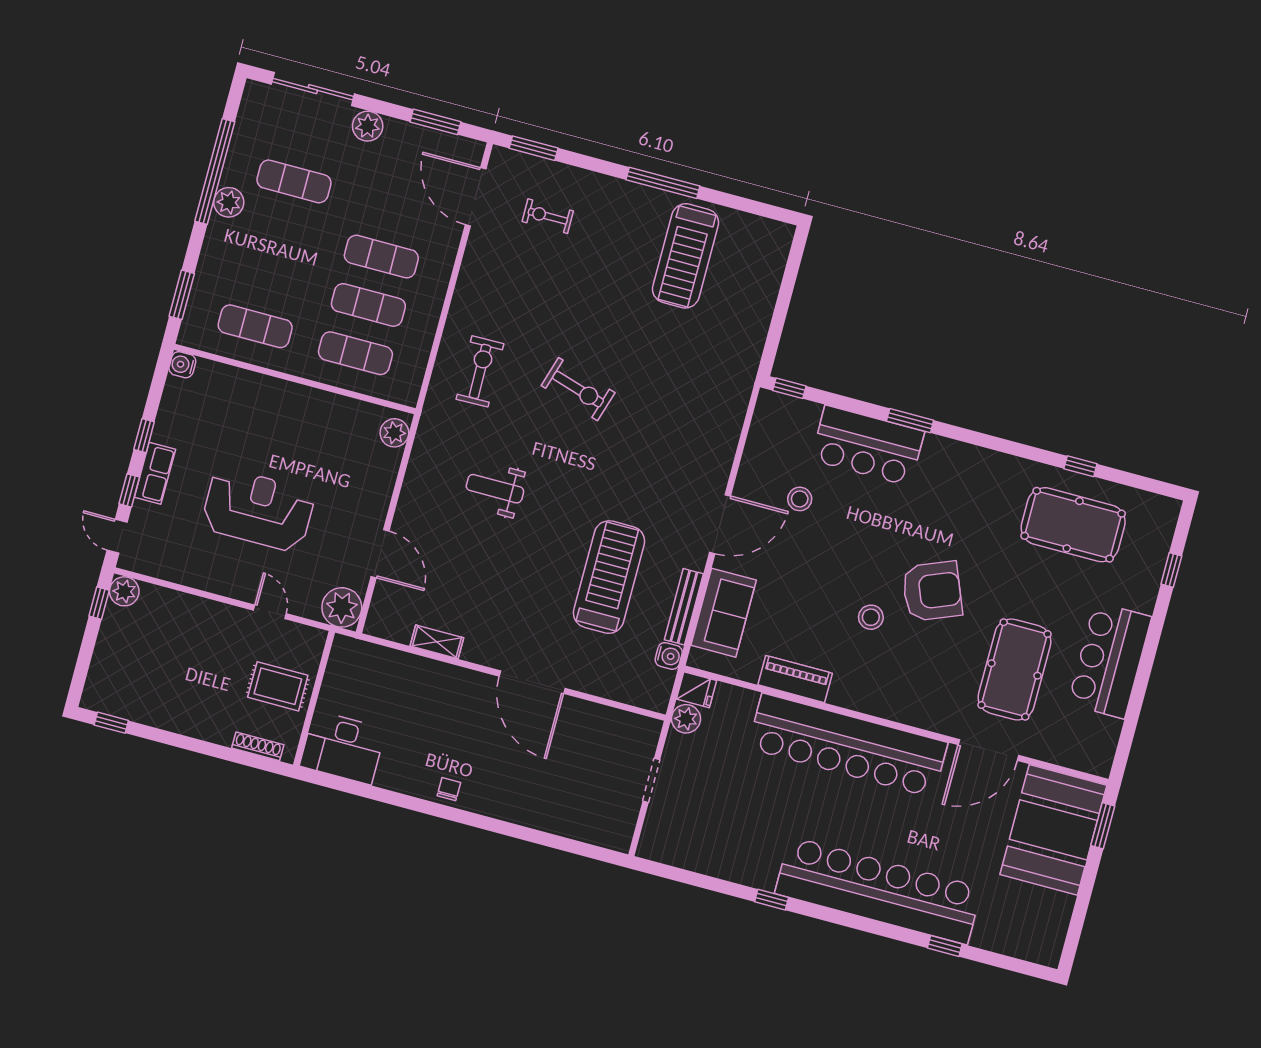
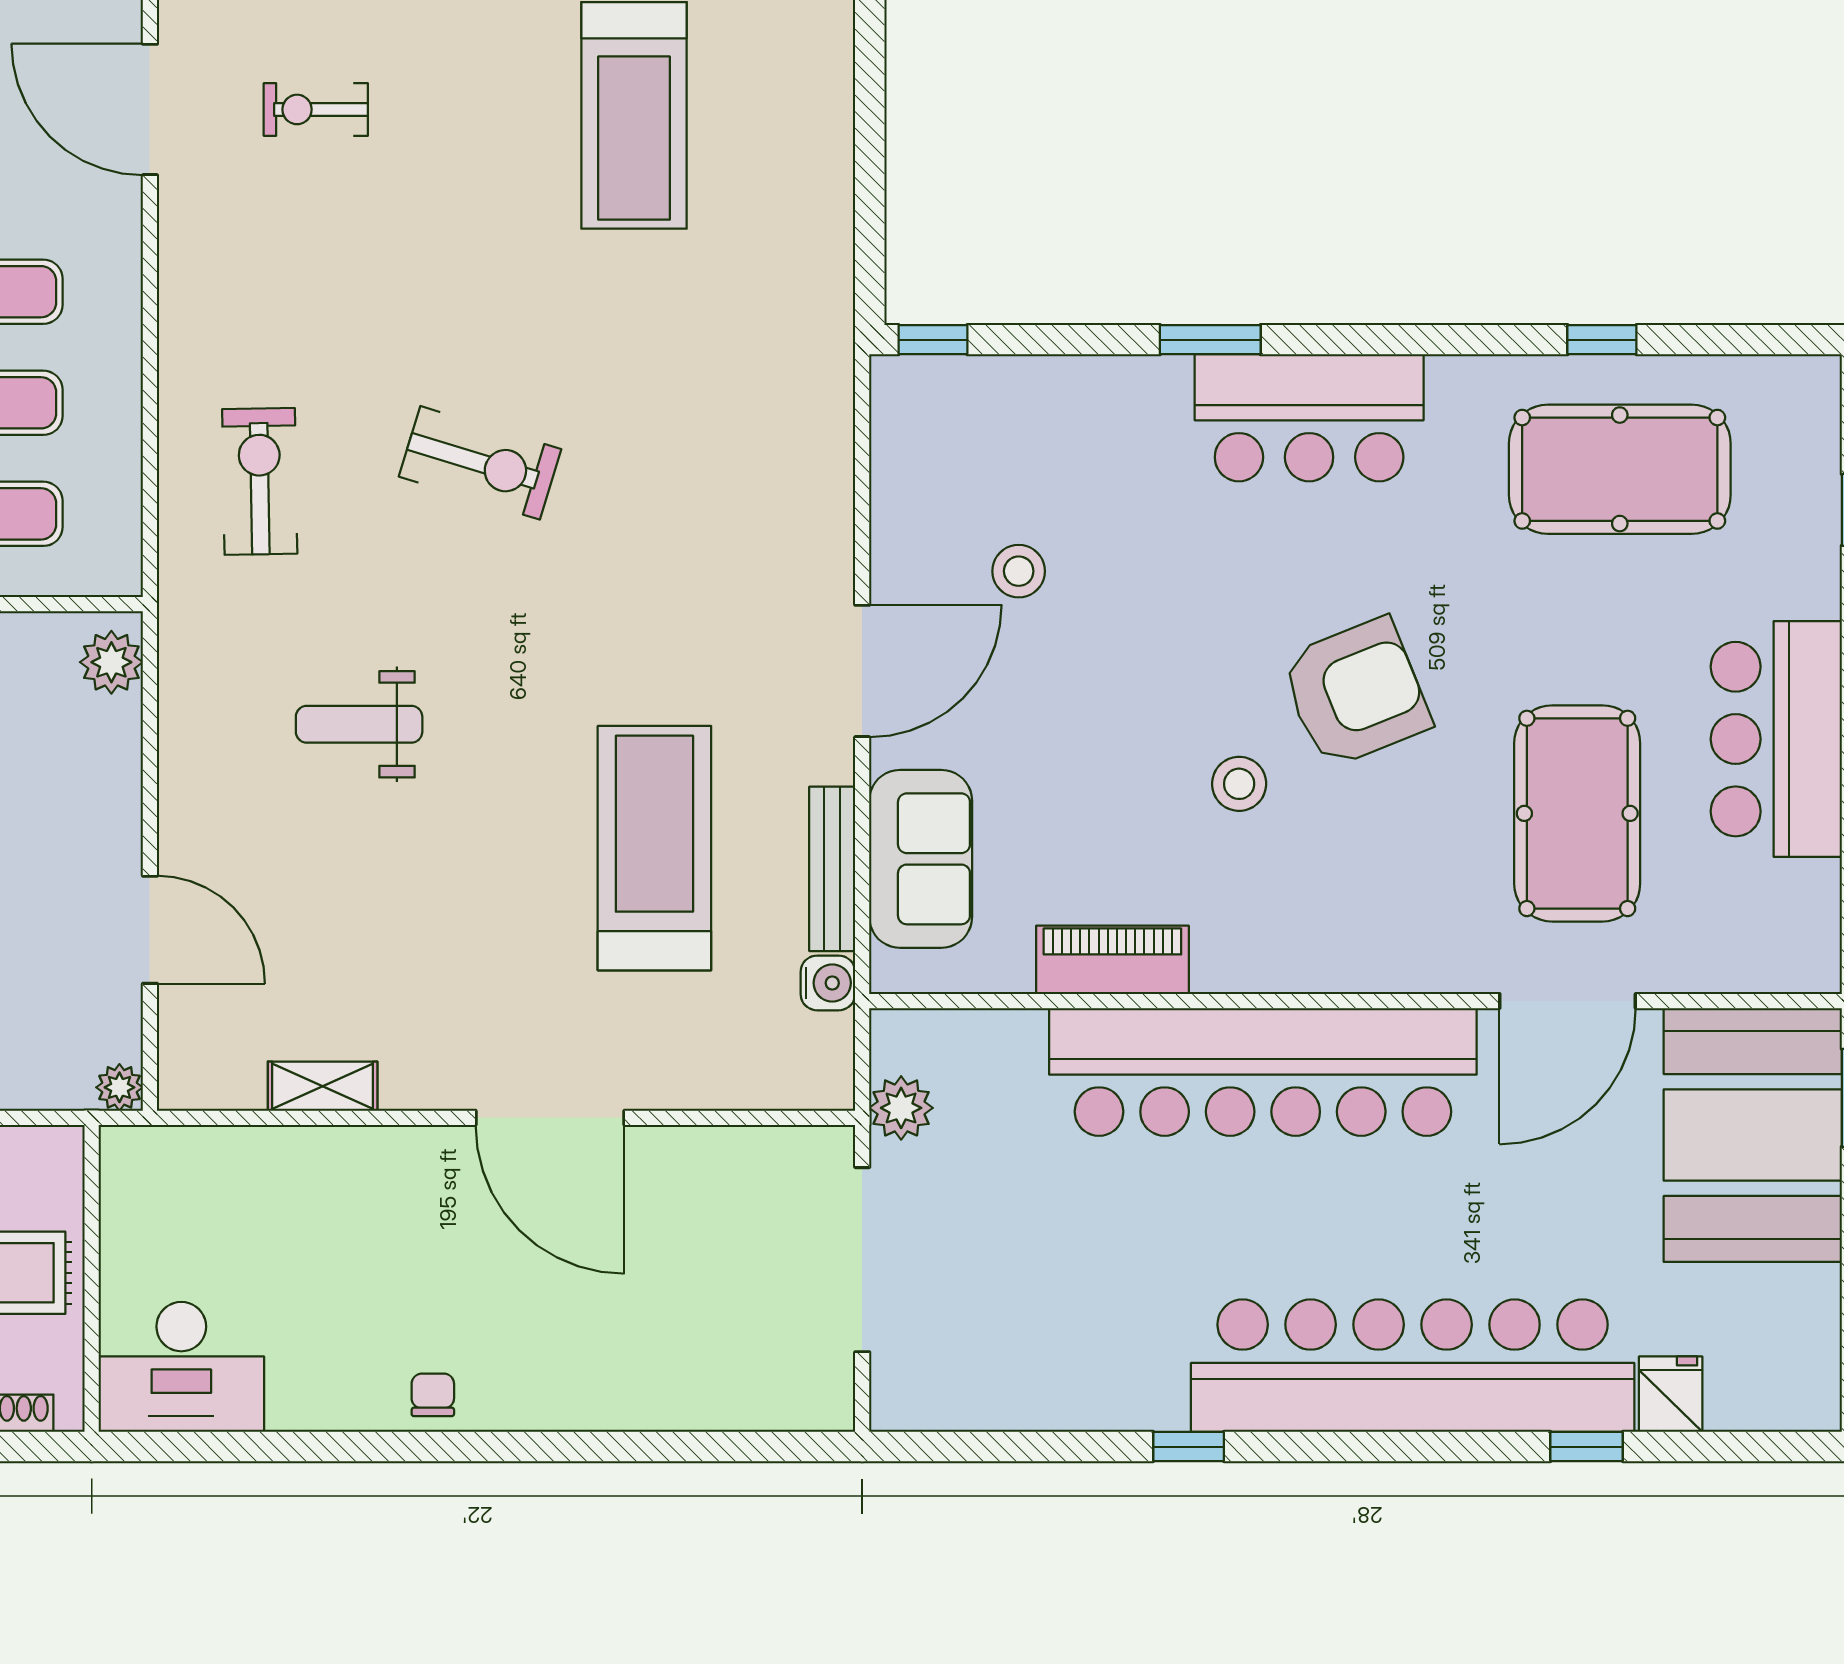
bar counter: (868, 446) -> (1309, 418), moved
plant: (342, 607) -> (119, 1087), width x0.53, depth x0.53
fridge: (696, 690) -> (1671, 1394), moved, turned -90
doorway: (651, 780) -> (862, 1260), width x1.88

